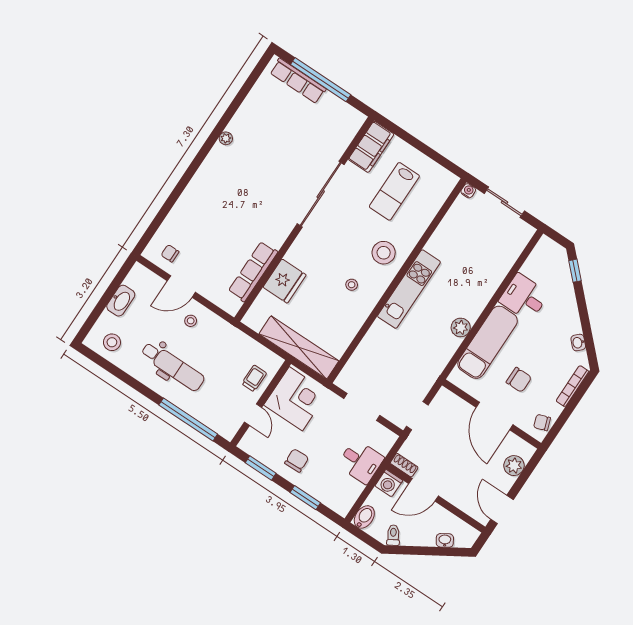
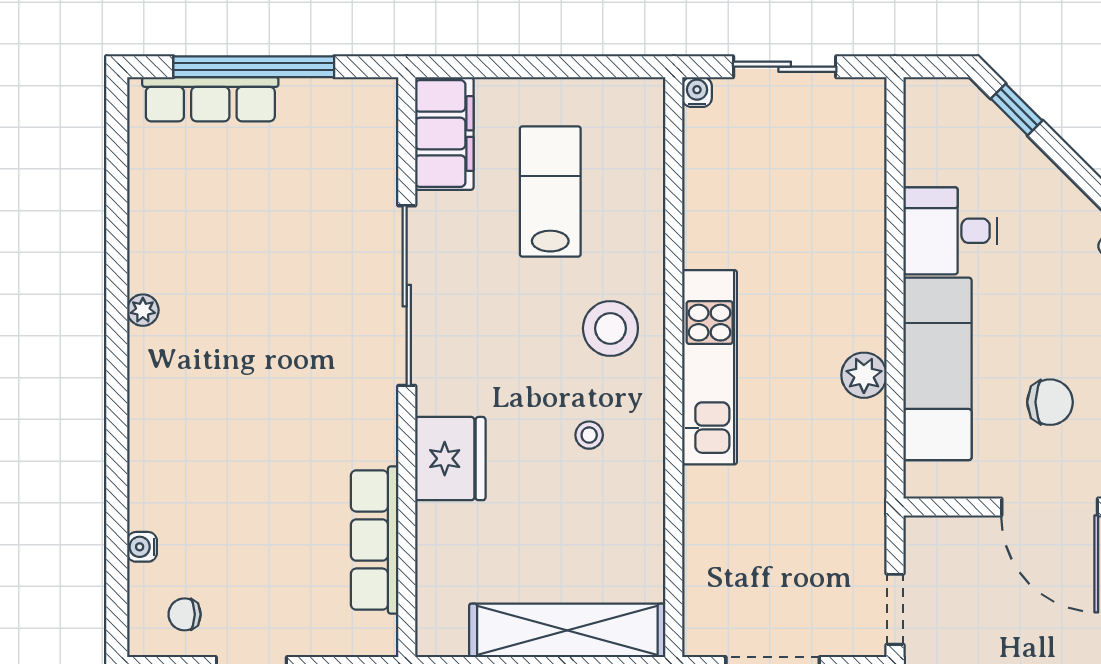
lab bench: (394, 191) -> (550, 192), turned 180
water cooler: (171, 220) -> (142, 547), added
fridge: (285, 281) -> (450, 459), moved

